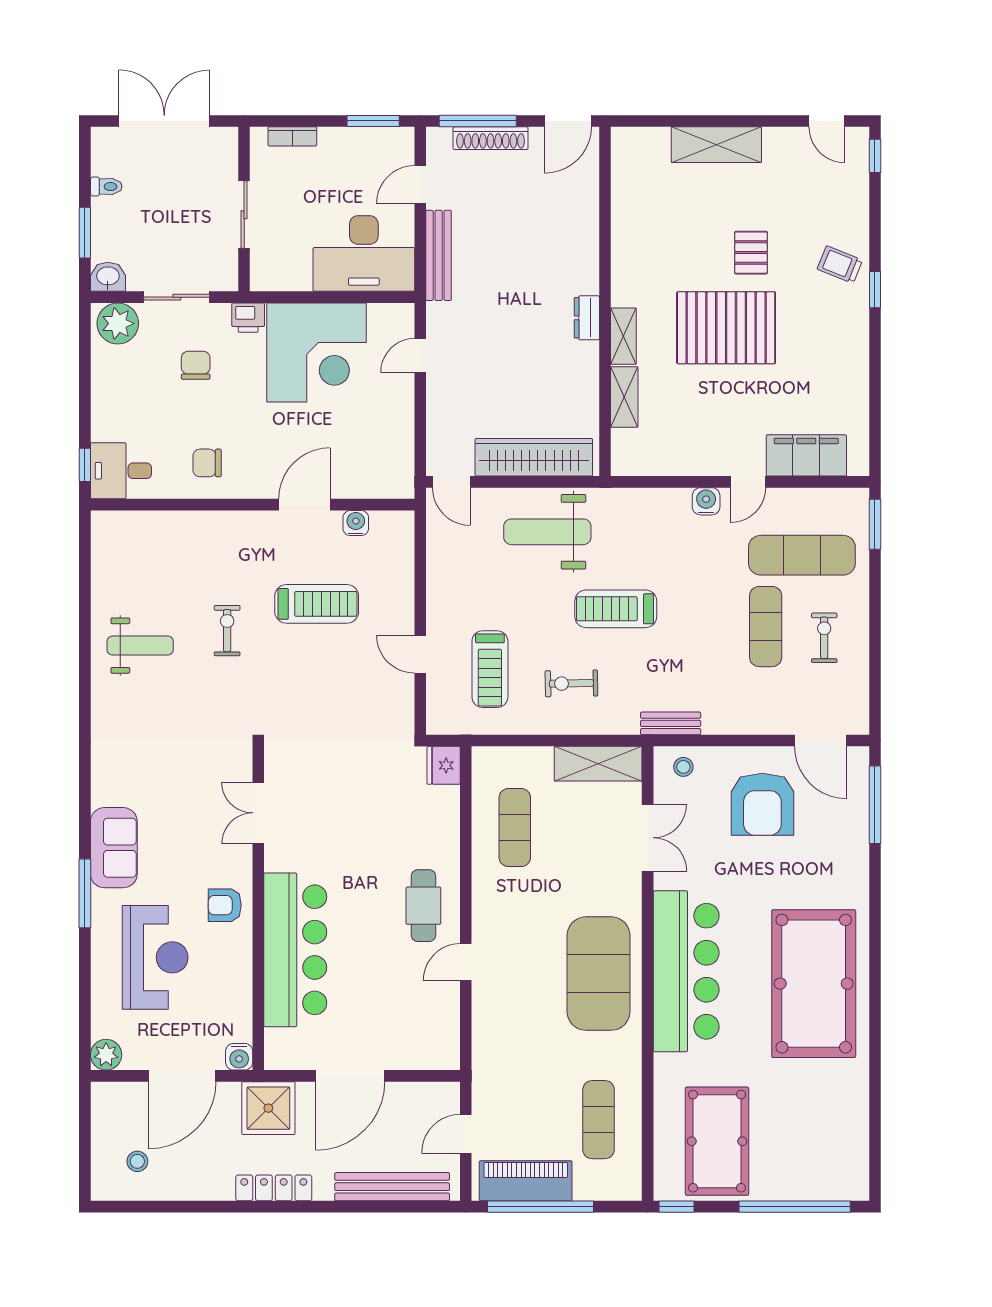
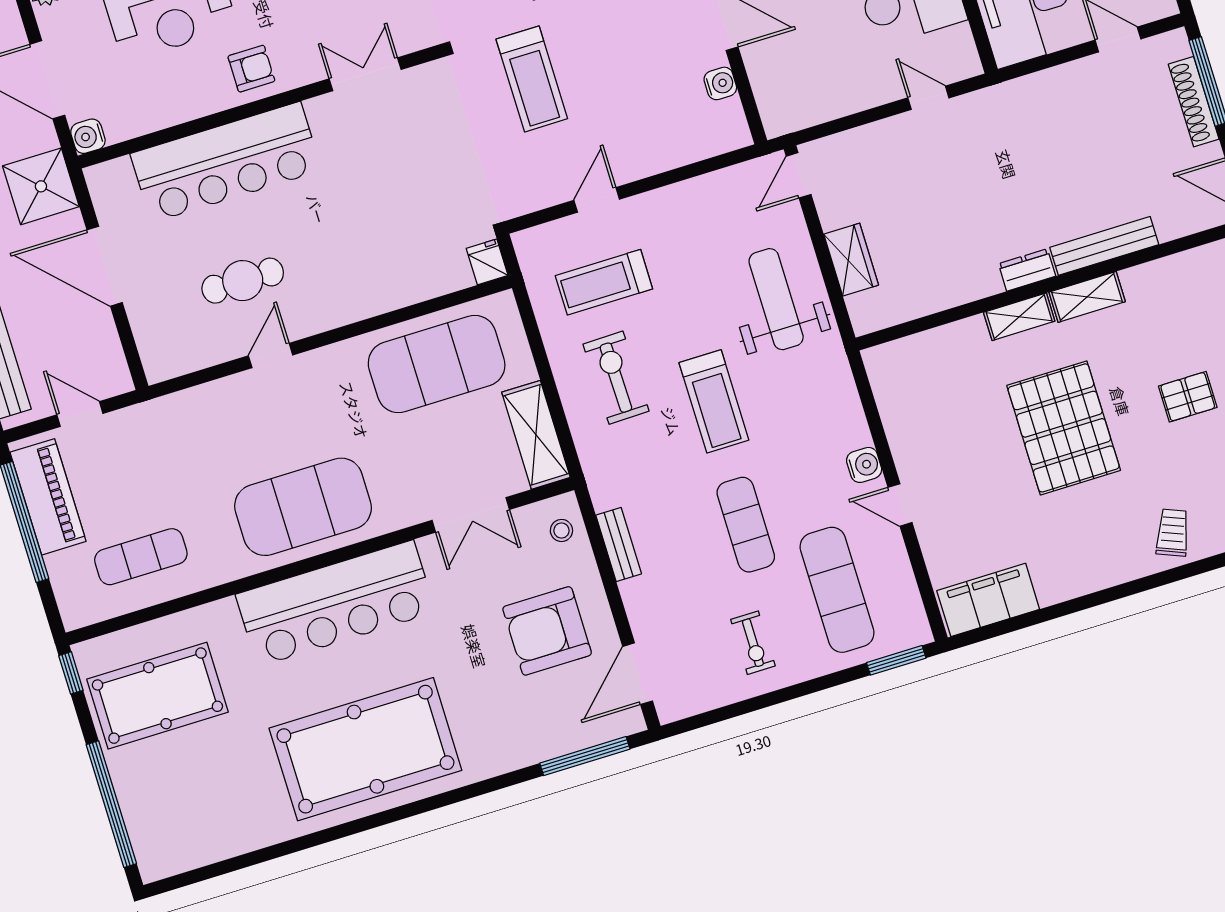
pallet: (751, 253) -> (1188, 397), moved
bench: (439, 255) -> (1104, 246), moved
window: (875, 290) -> (1157, 580), removed
shelving: (624, 397) -> (1087, 297), moved
filing cabinet: (806, 455) -> (988, 600), moved, turned -90
wardrobe: (534, 457) -> (851, 260), width x0.48, depth x0.85
treadmill: (317, 604) -> (532, 79), moved
treadmill: (616, 609) -> (714, 401), turned 180
exercise mat: (766, 627) -> (746, 525), moved, turned 90
exercise bike: (824, 638) -> (753, 643), turned 90
exercise bike: (571, 683) -> (616, 378), width x1.38, depth x1.39
bench: (671, 723) -> (619, 544), moved
fridge: (444, 765) -> (487, 262), width x0.72
exercise mat: (515, 828) -> (437, 364), width x2.00, depth x1.45
armchair: (225, 905) -> (251, 69), turned 90
cafe table: (423, 906) -> (243, 281), moved
door: (466, 962) -> (271, 355), hinge flipped

